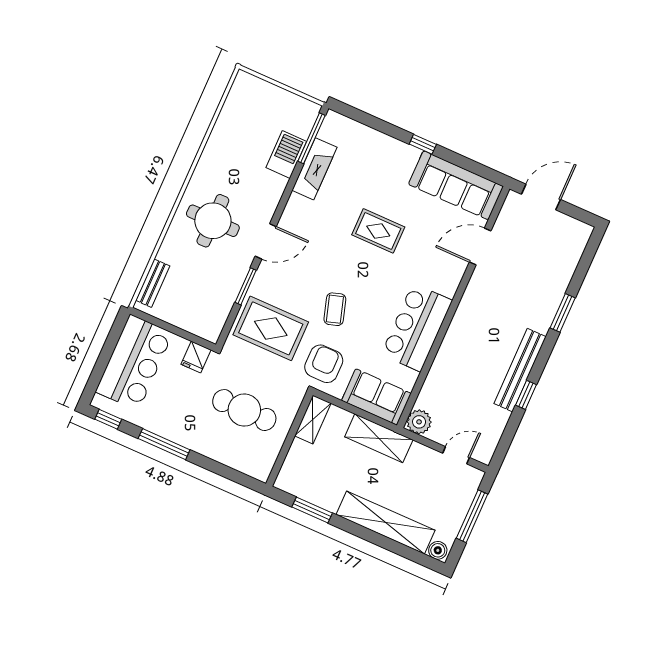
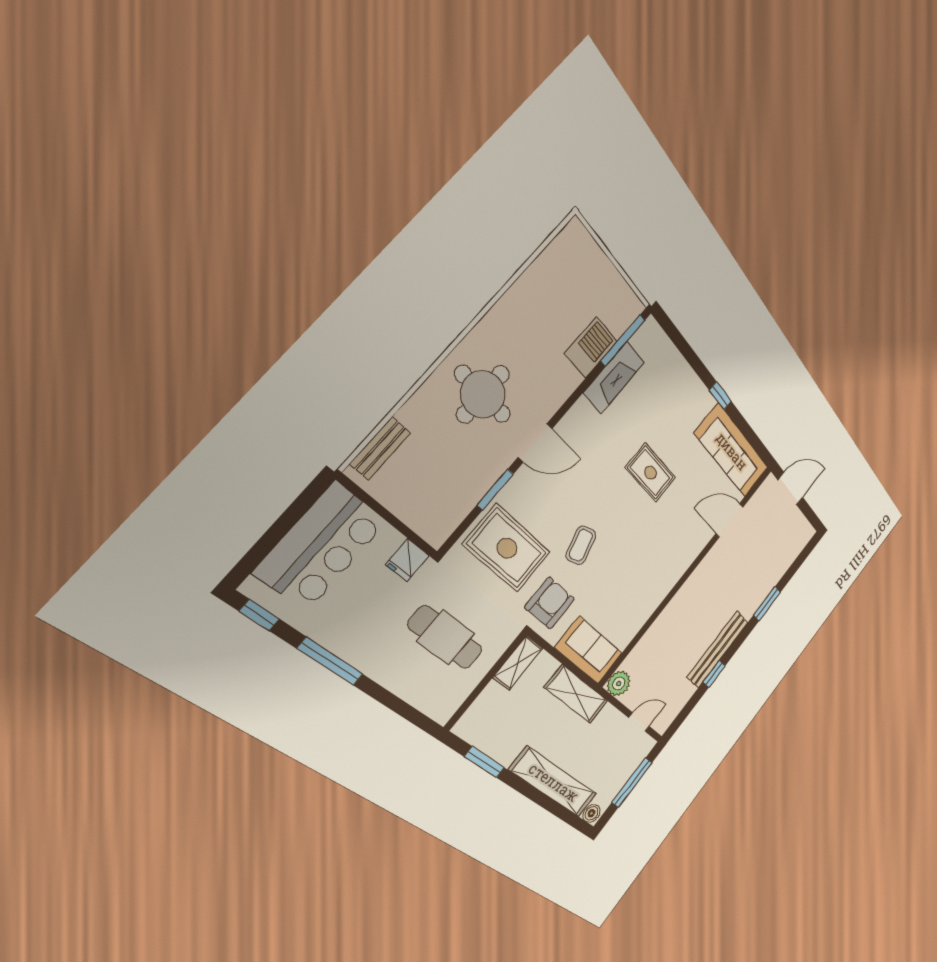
bar counter: (417, 327) -> (650, 586), removed

